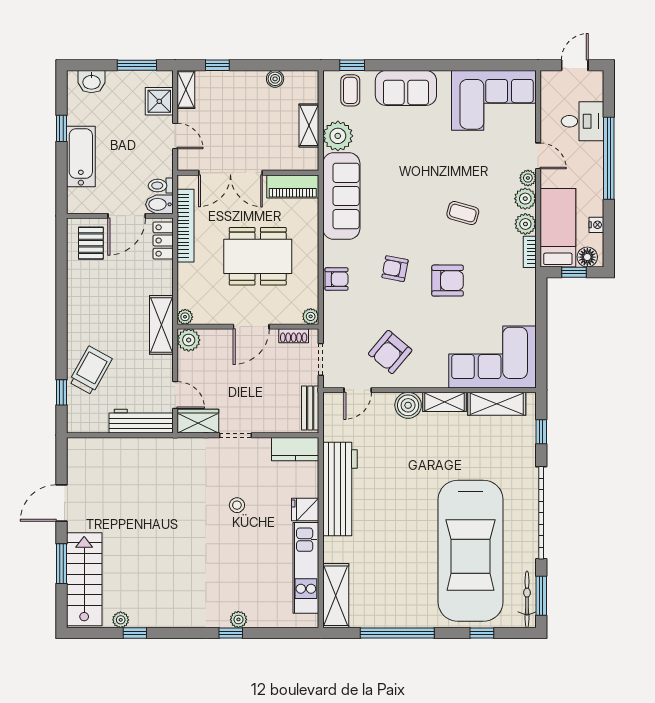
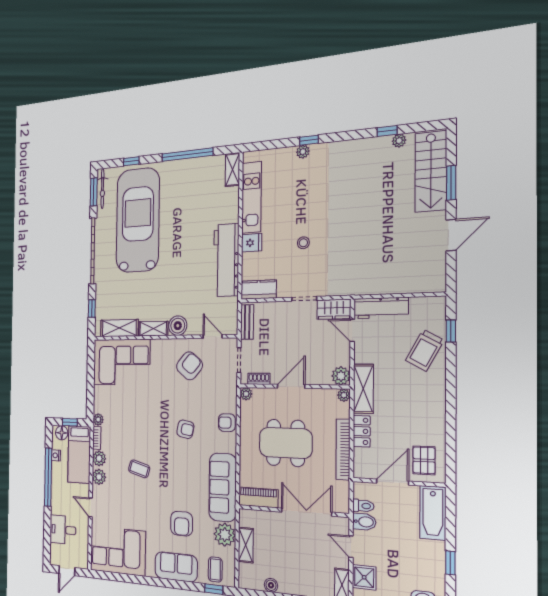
bathtub: (81, 157) -> (433, 513), moved
window: (609, 158) -> (48, 477), moved
plant: (528, 178) -> (98, 420), moved
bidet: (159, 204) -> (364, 522), moved
bookcase: (186, 226) -> (343, 449), moved
locker: (163, 241) -> (362, 431), moved
armchair: (448, 281) -> (182, 524), moved, turned -90
door: (358, 390) -> (213, 337), hinge flipped
shelving: (336, 596) -> (232, 170), width x0.67, depth x0.75

